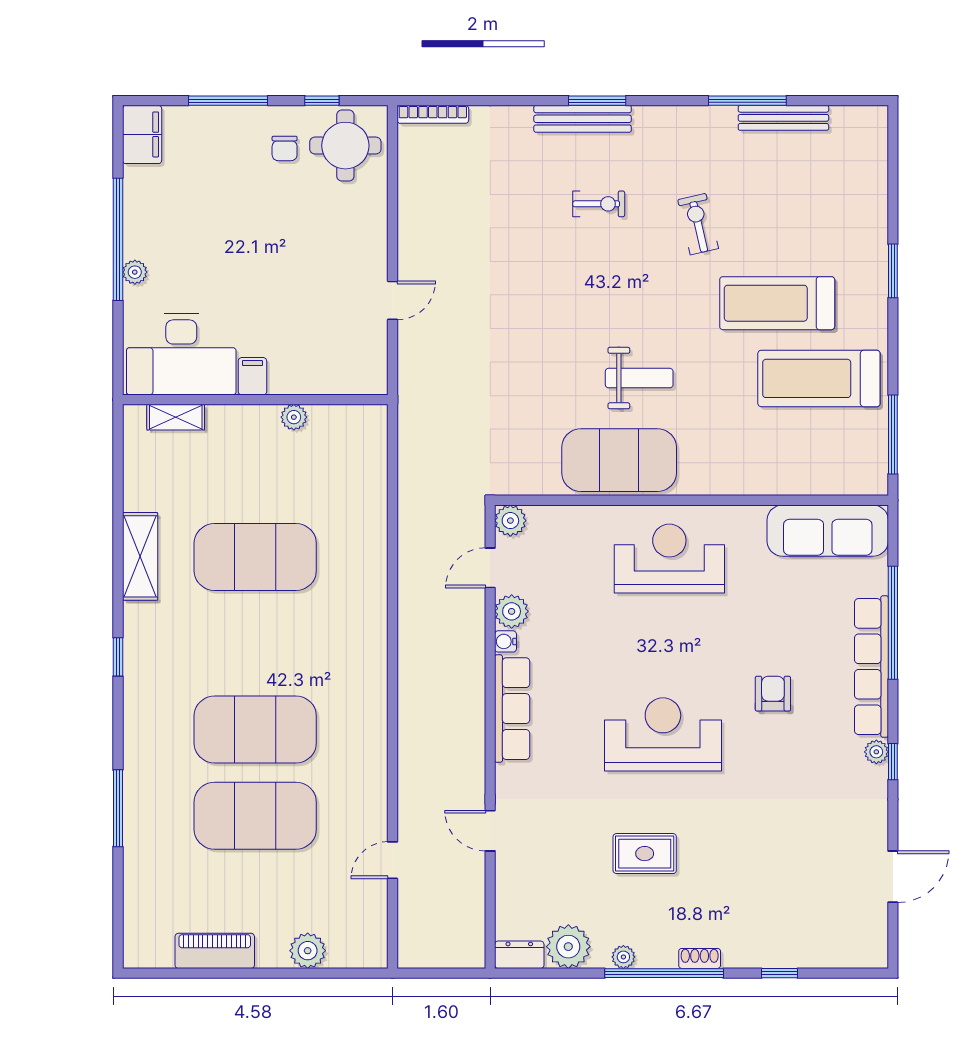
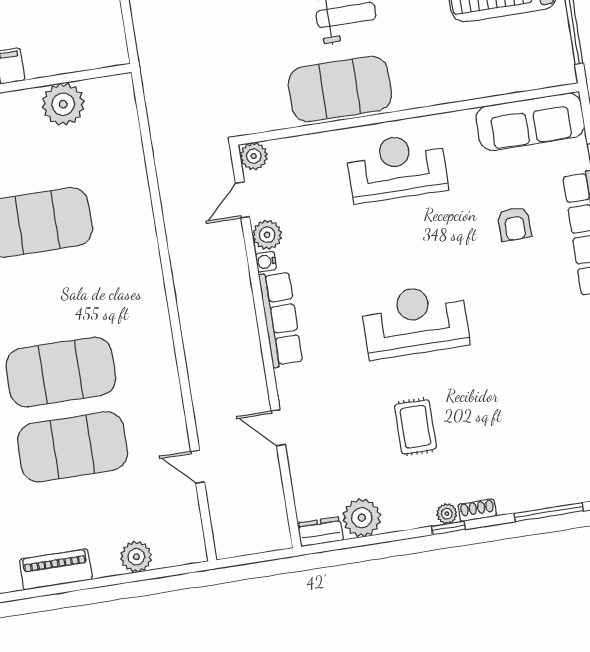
plant: (294, 417) -> (63, 104), width x1.88, depth x1.88
armchair: (773, 694) -> (515, 224), moved, turned 180
rug: (645, 854) -> (415, 427), turned 90
door: (393, 860) -> (198, 467), hinge flipped
plant: (623, 957) -> (447, 514), moved
window: (664, 973) -> (448, 528), width x0.32
window: (779, 973) -> (549, 512), width x2.17

